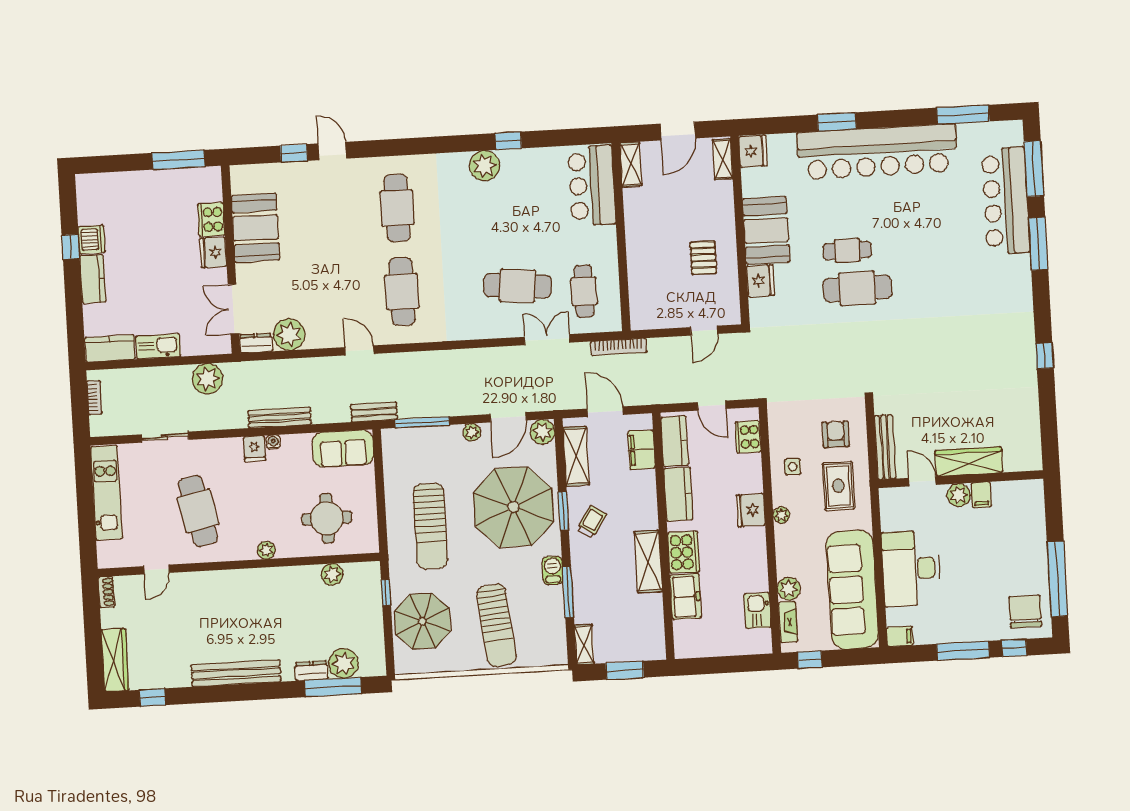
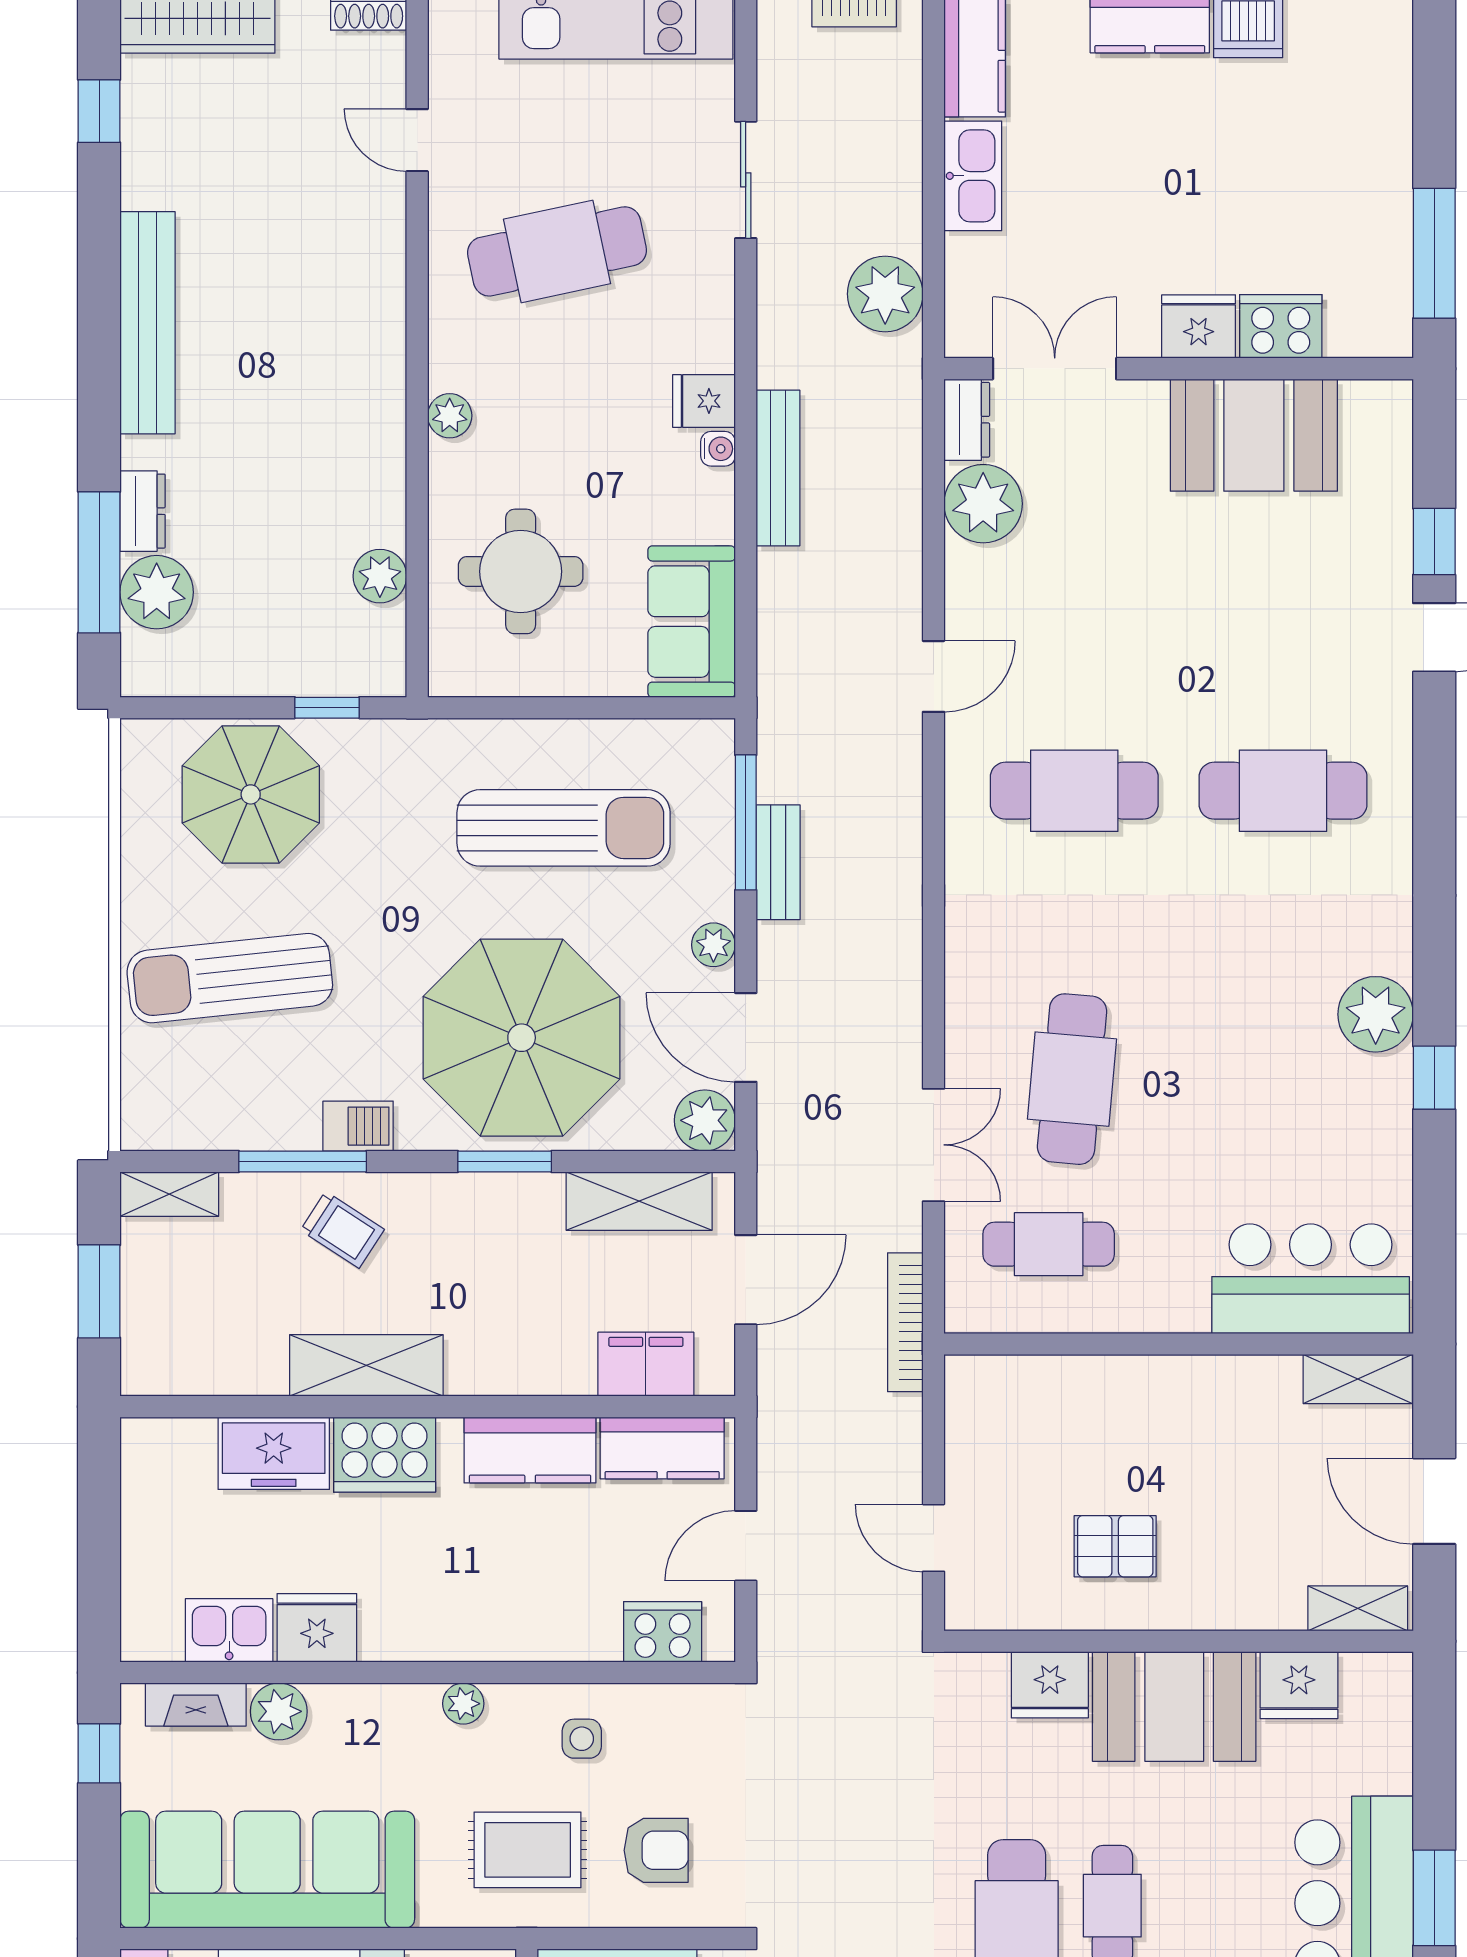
fridge: (753, 151) -> (1299, 1685), moved
bench: (374, 412) -> (778, 862), moved
fridge: (751, 510) -> (317, 1628), moved
trolley: (592, 522) -> (342, 1230), moved
sun lounger: (430, 526) -> (564, 828), moved, turned 180

